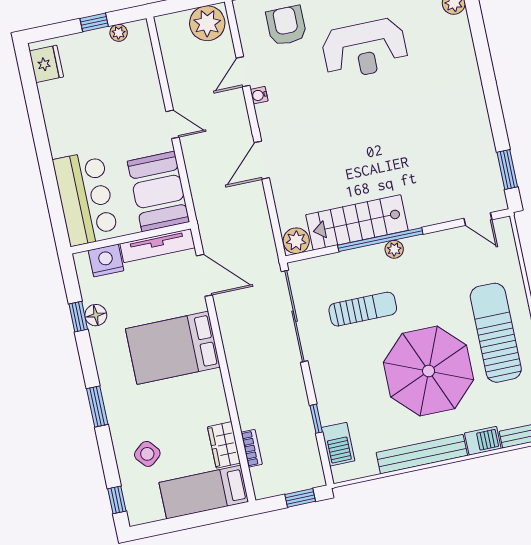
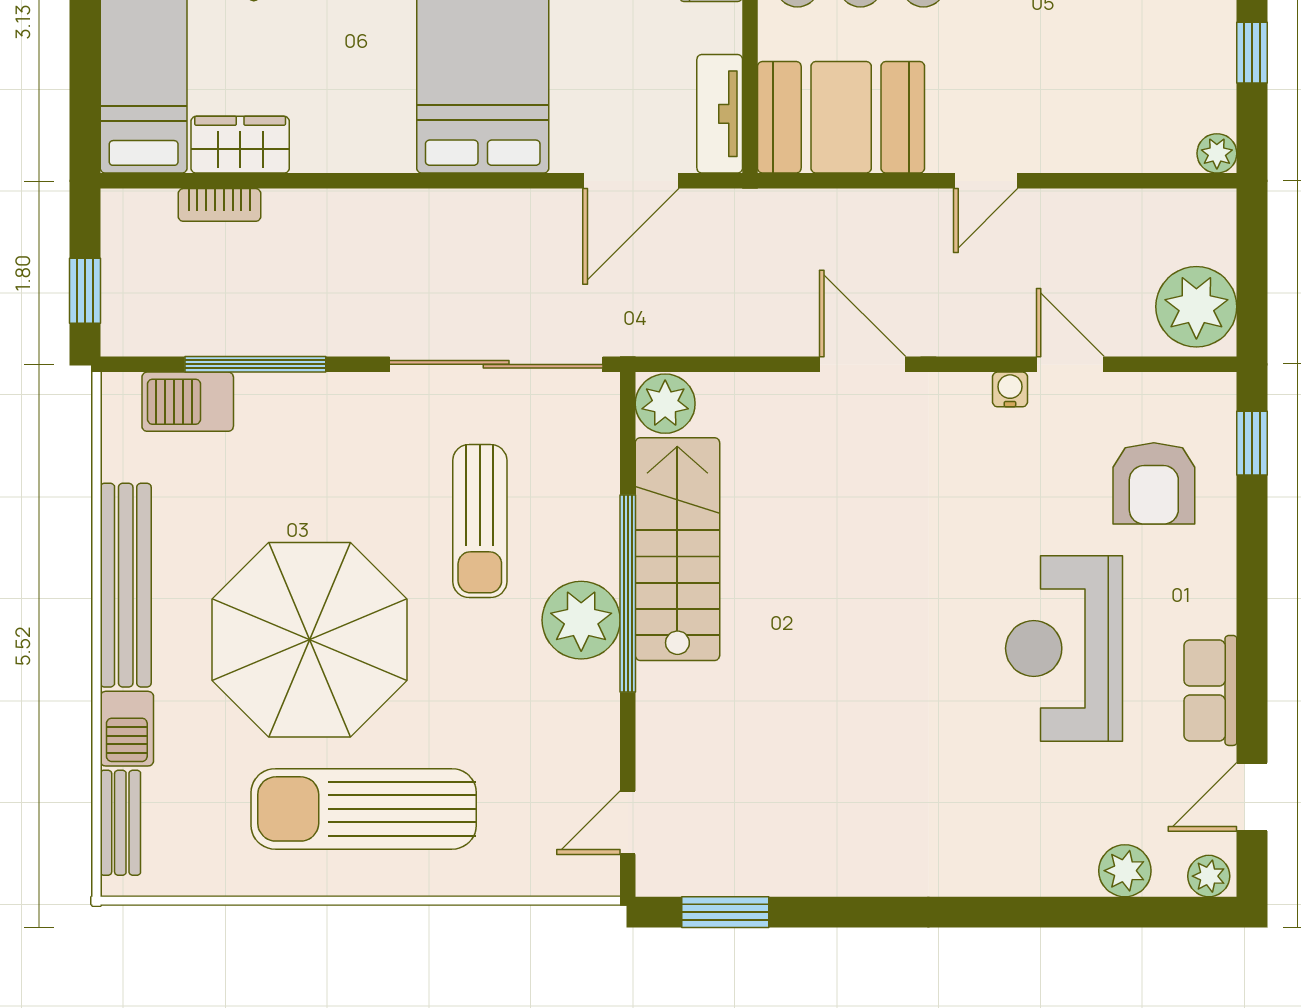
armchair: (286, 26) -> (1154, 483), turned 90
plant: (119, 33) -> (1217, 153), moved
tv unit: (157, 246) -> (720, 114), width x0.71
plant: (394, 249) -> (581, 620), width x1.88, depth x1.88
sun lounger: (496, 333) -> (364, 809), turned 180
window: (316, 419) -> (255, 364), width x2.17

